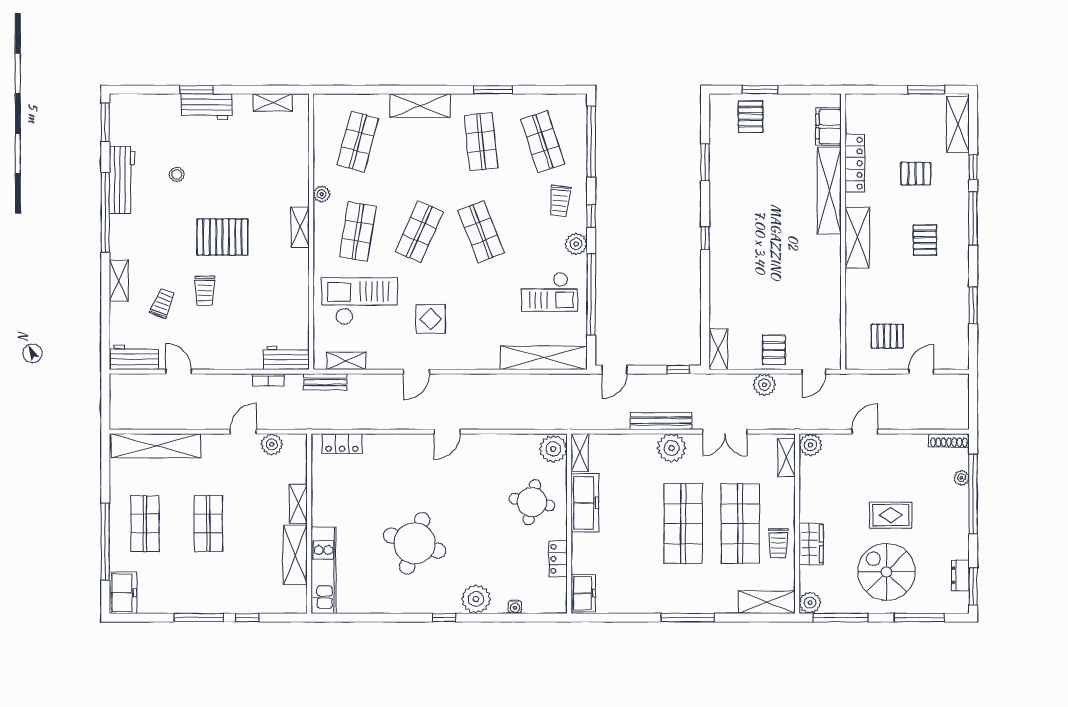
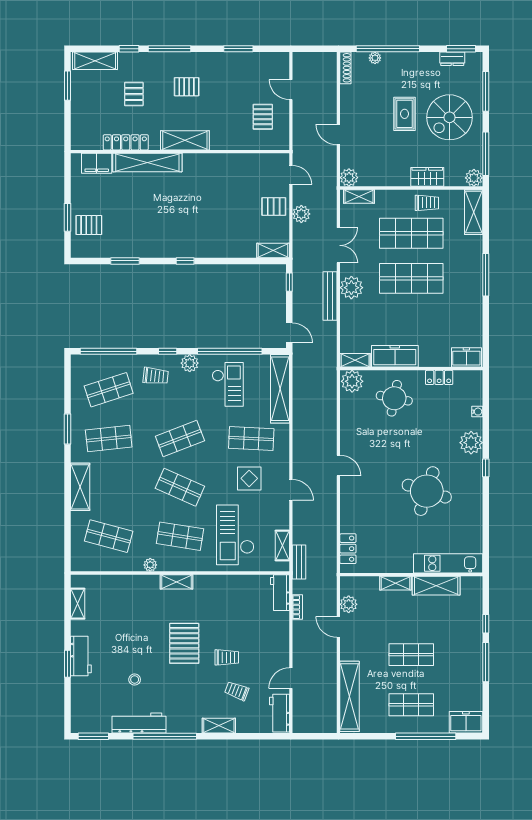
shop shelf: (481, 322) -> (251, 439), added

